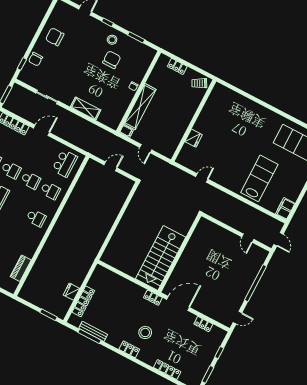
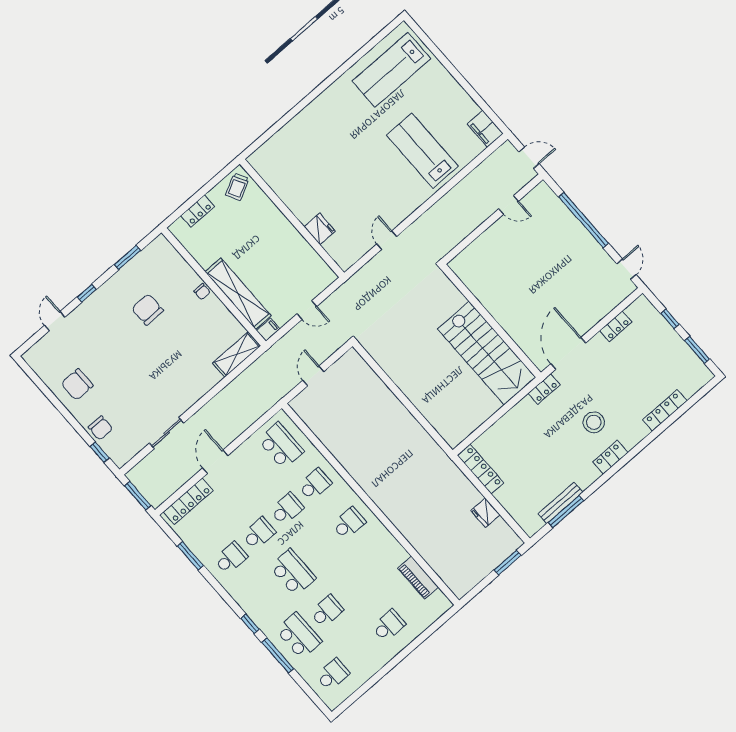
stool: (112, 40) -> (116, 297), removed
shelving: (86, 108) -> (237, 354), moved
locker: (83, 301) -> (481, 469), moved

